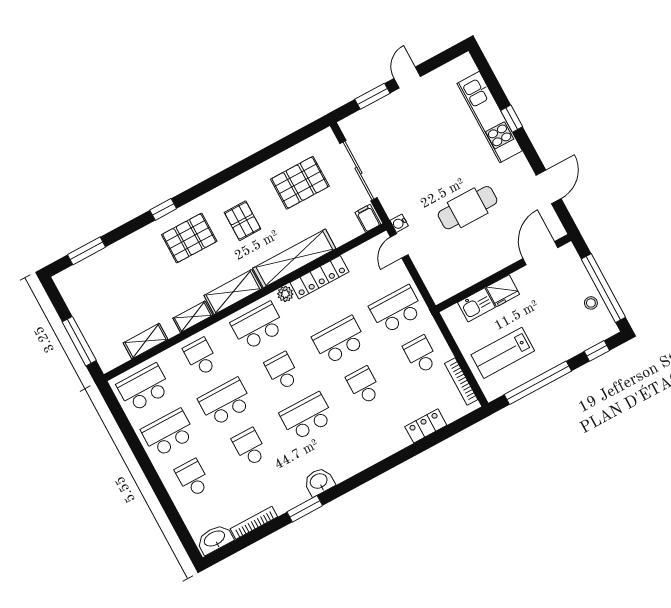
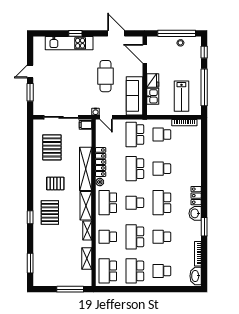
door: (407, 77) -> (30, 71), hinge flipped
sofa: (461, 274) -> (134, 96), added
locker: (426, 426) -> (196, 196), moved

